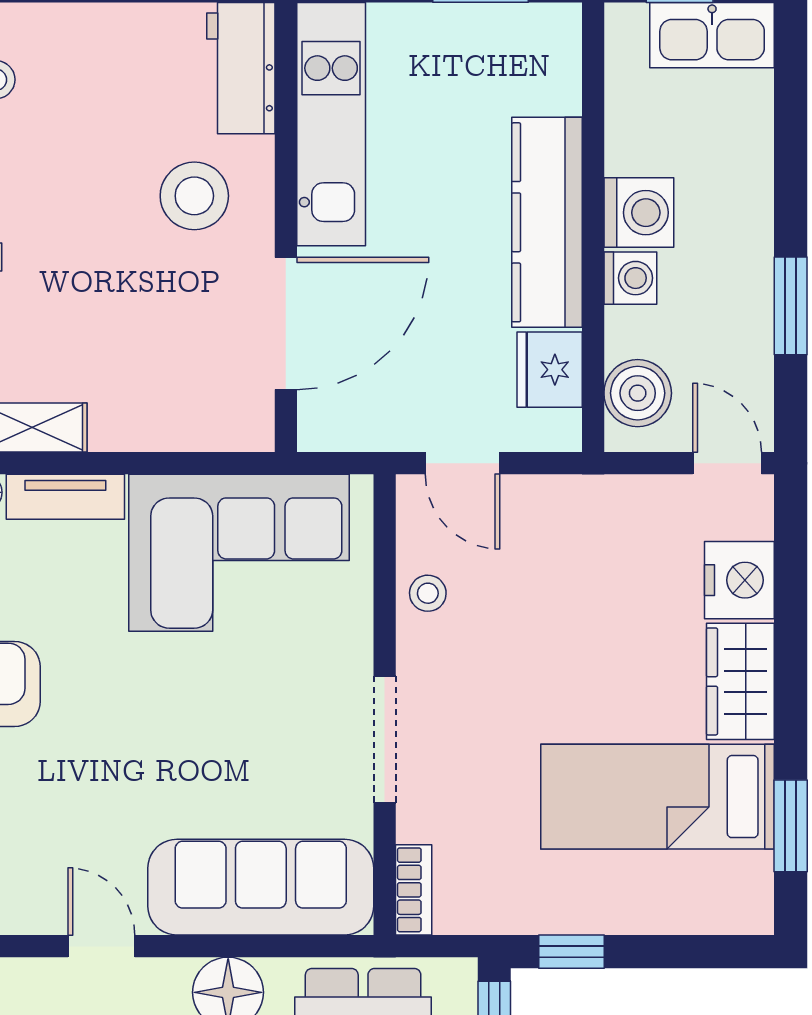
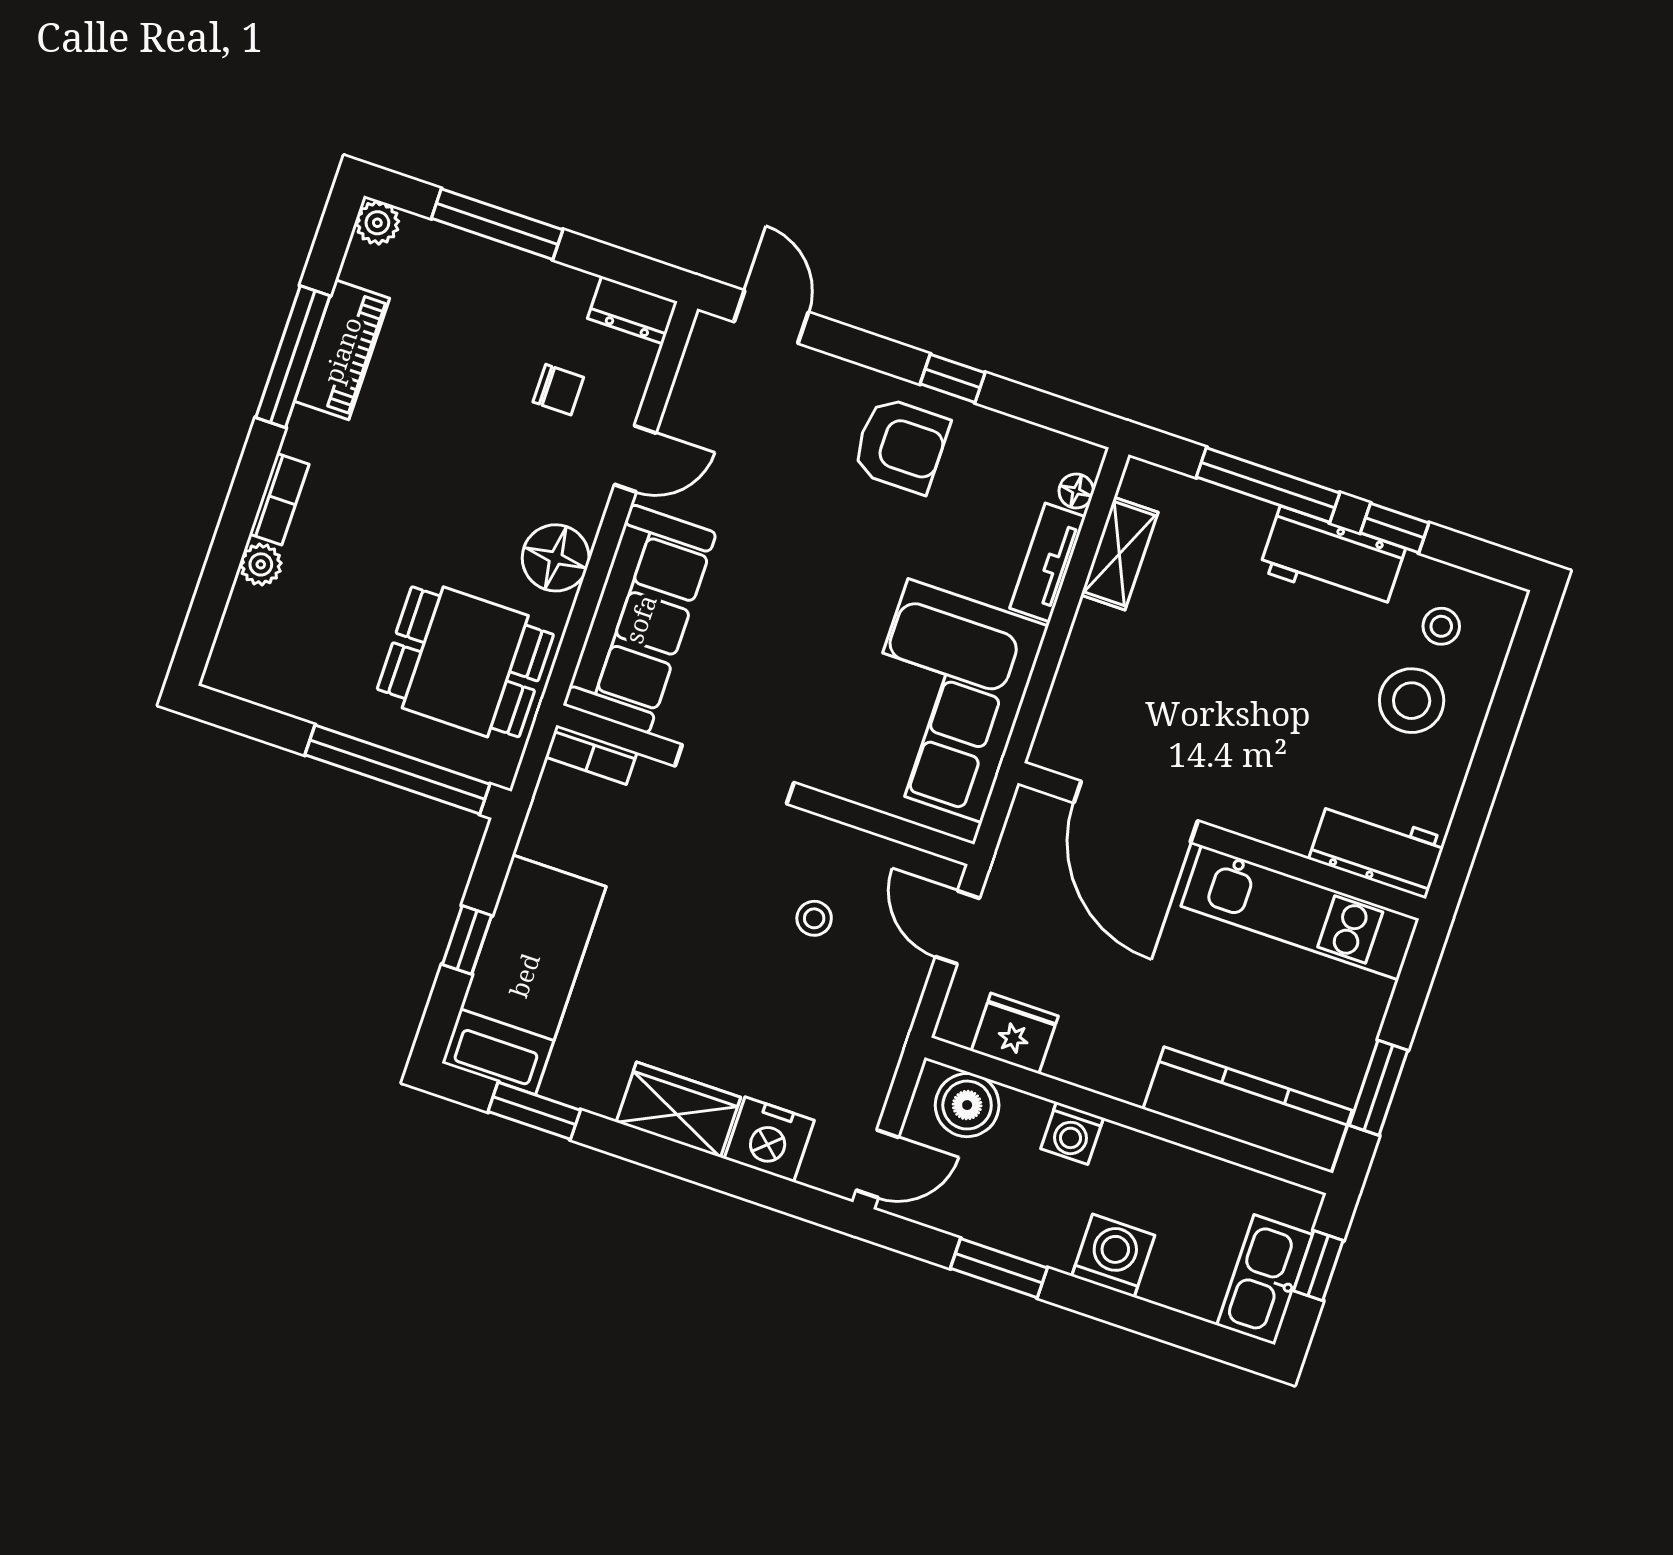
stool: (194, 196) -> (1412, 701), moved
washing machine: (639, 213) -> (1113, 1256), moved, turned 180
kitchen counter: (547, 222) -> (1248, 1110), moved
door: (463, 463) -> (957, 927), hinge flipped
stool: (428, 593) -> (814, 918), moved
bed: (657, 797) -> (524, 975), moved
window: (572, 952) -> (467, 940), moved

